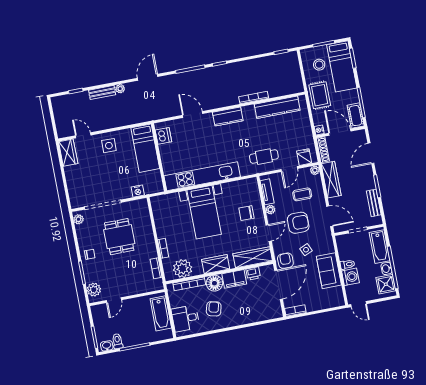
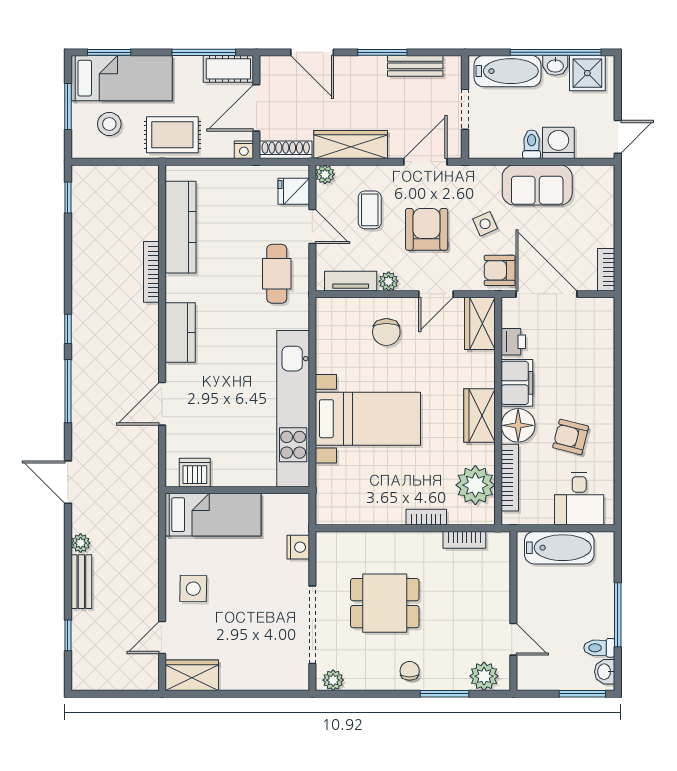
door: (269, 233) -> (436, 294), swing flipped
wardrobe: (253, 257) -> (480, 323), width x0.67

